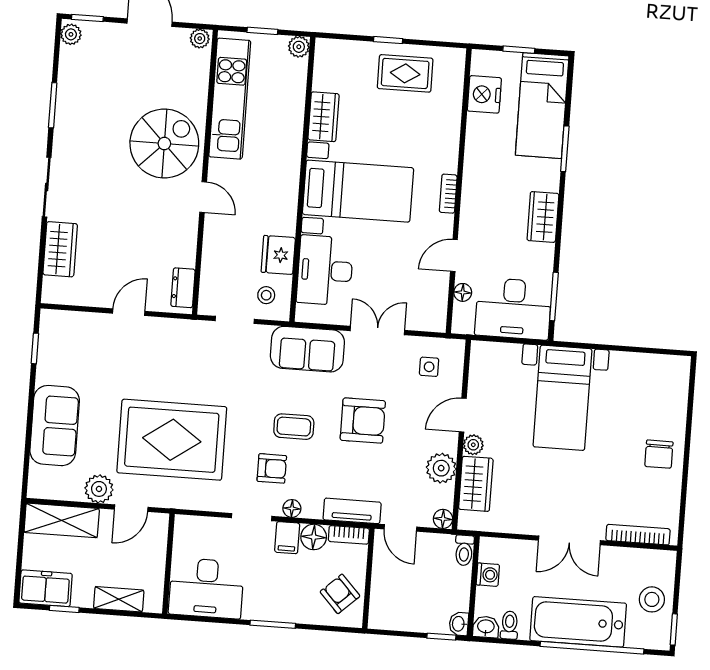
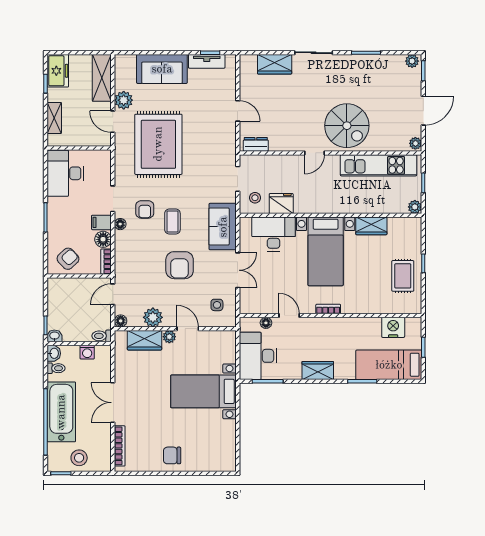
tv unit: (352, 511) -> (207, 61), moved, turned 90

